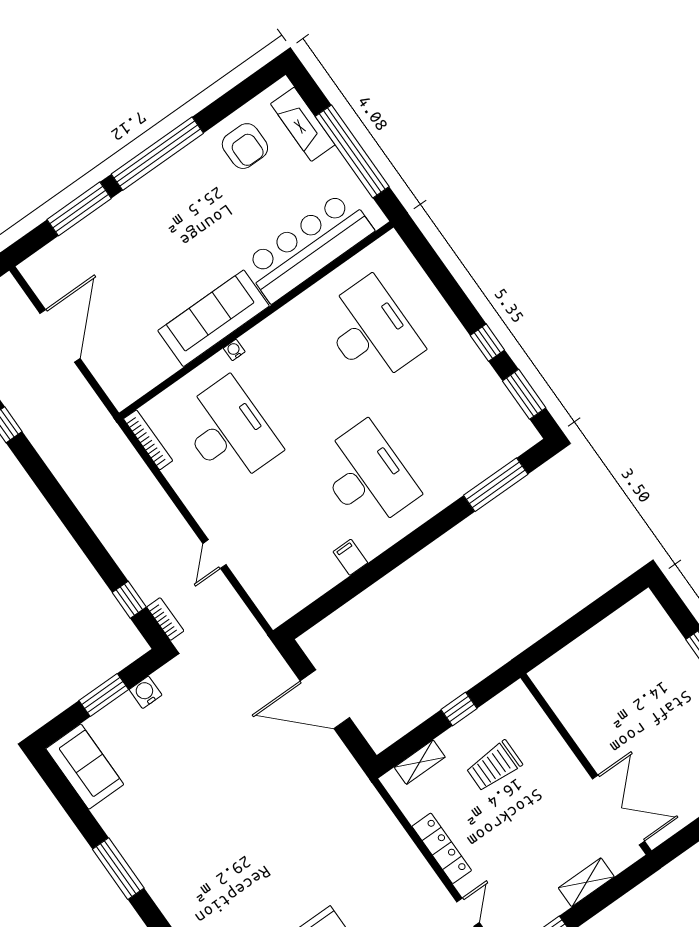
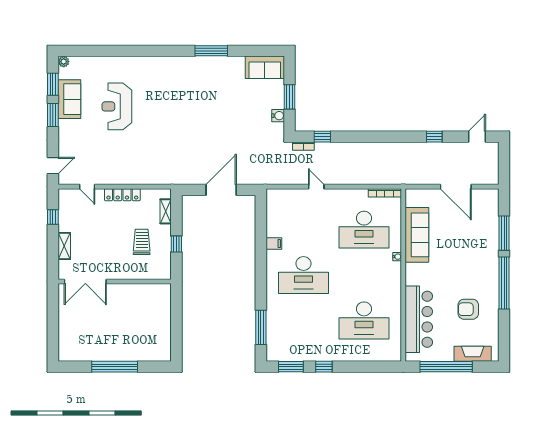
armchair: (245, 146) -> (468, 309), moved
sofa: (214, 318) -> (417, 235), moved

